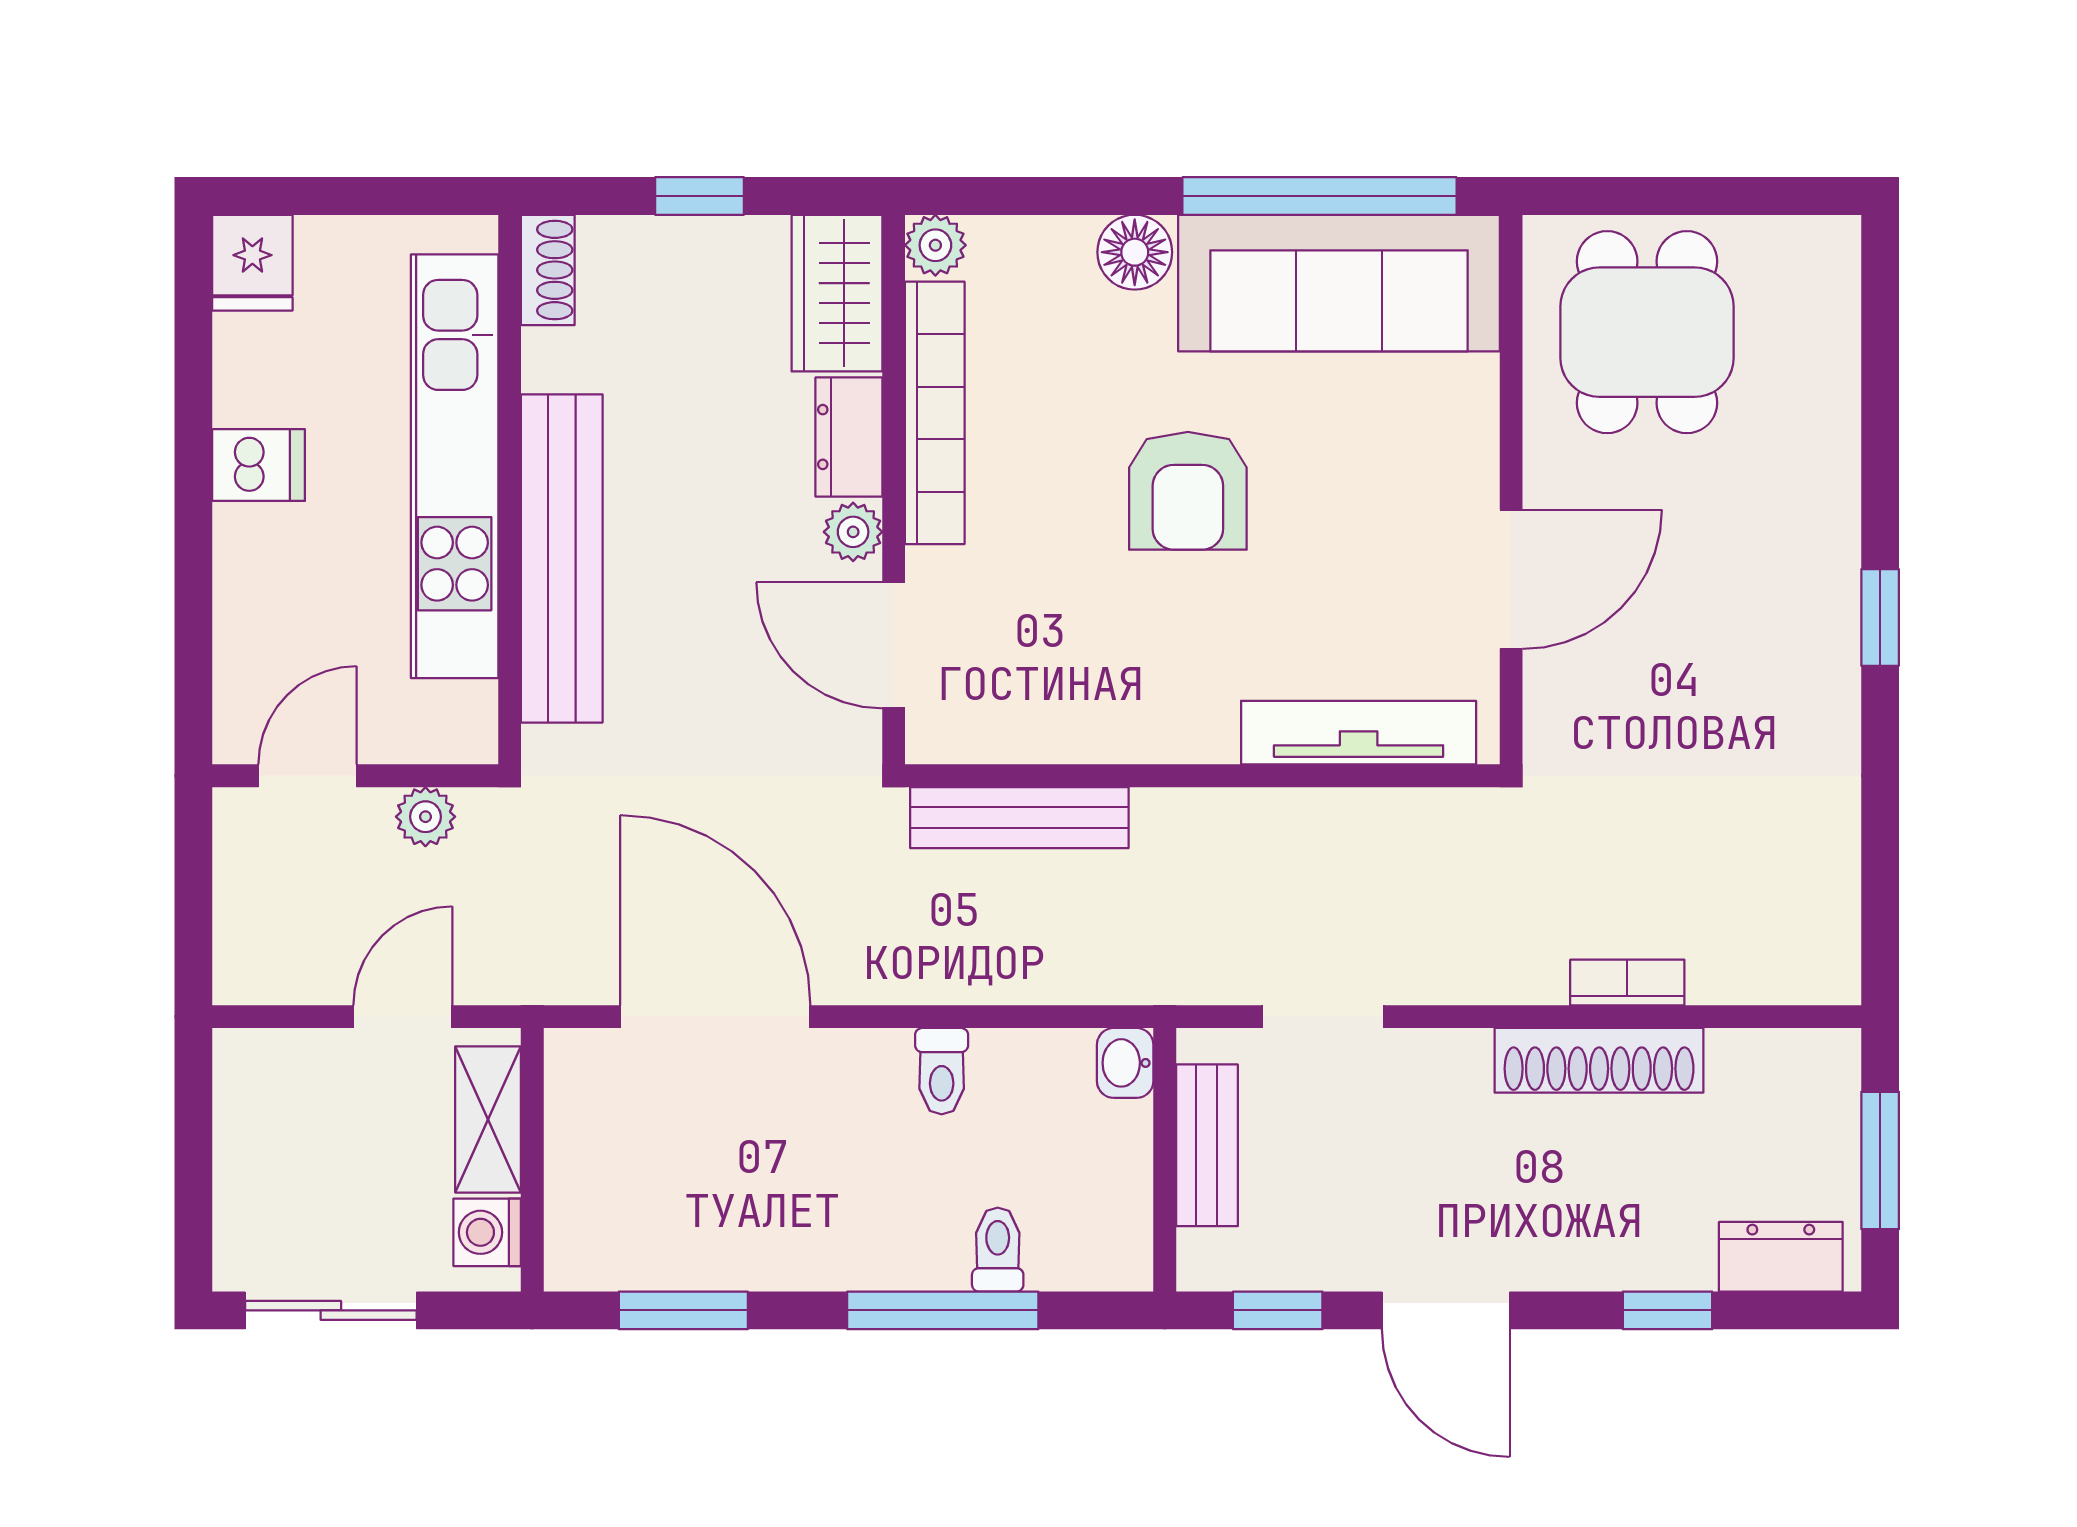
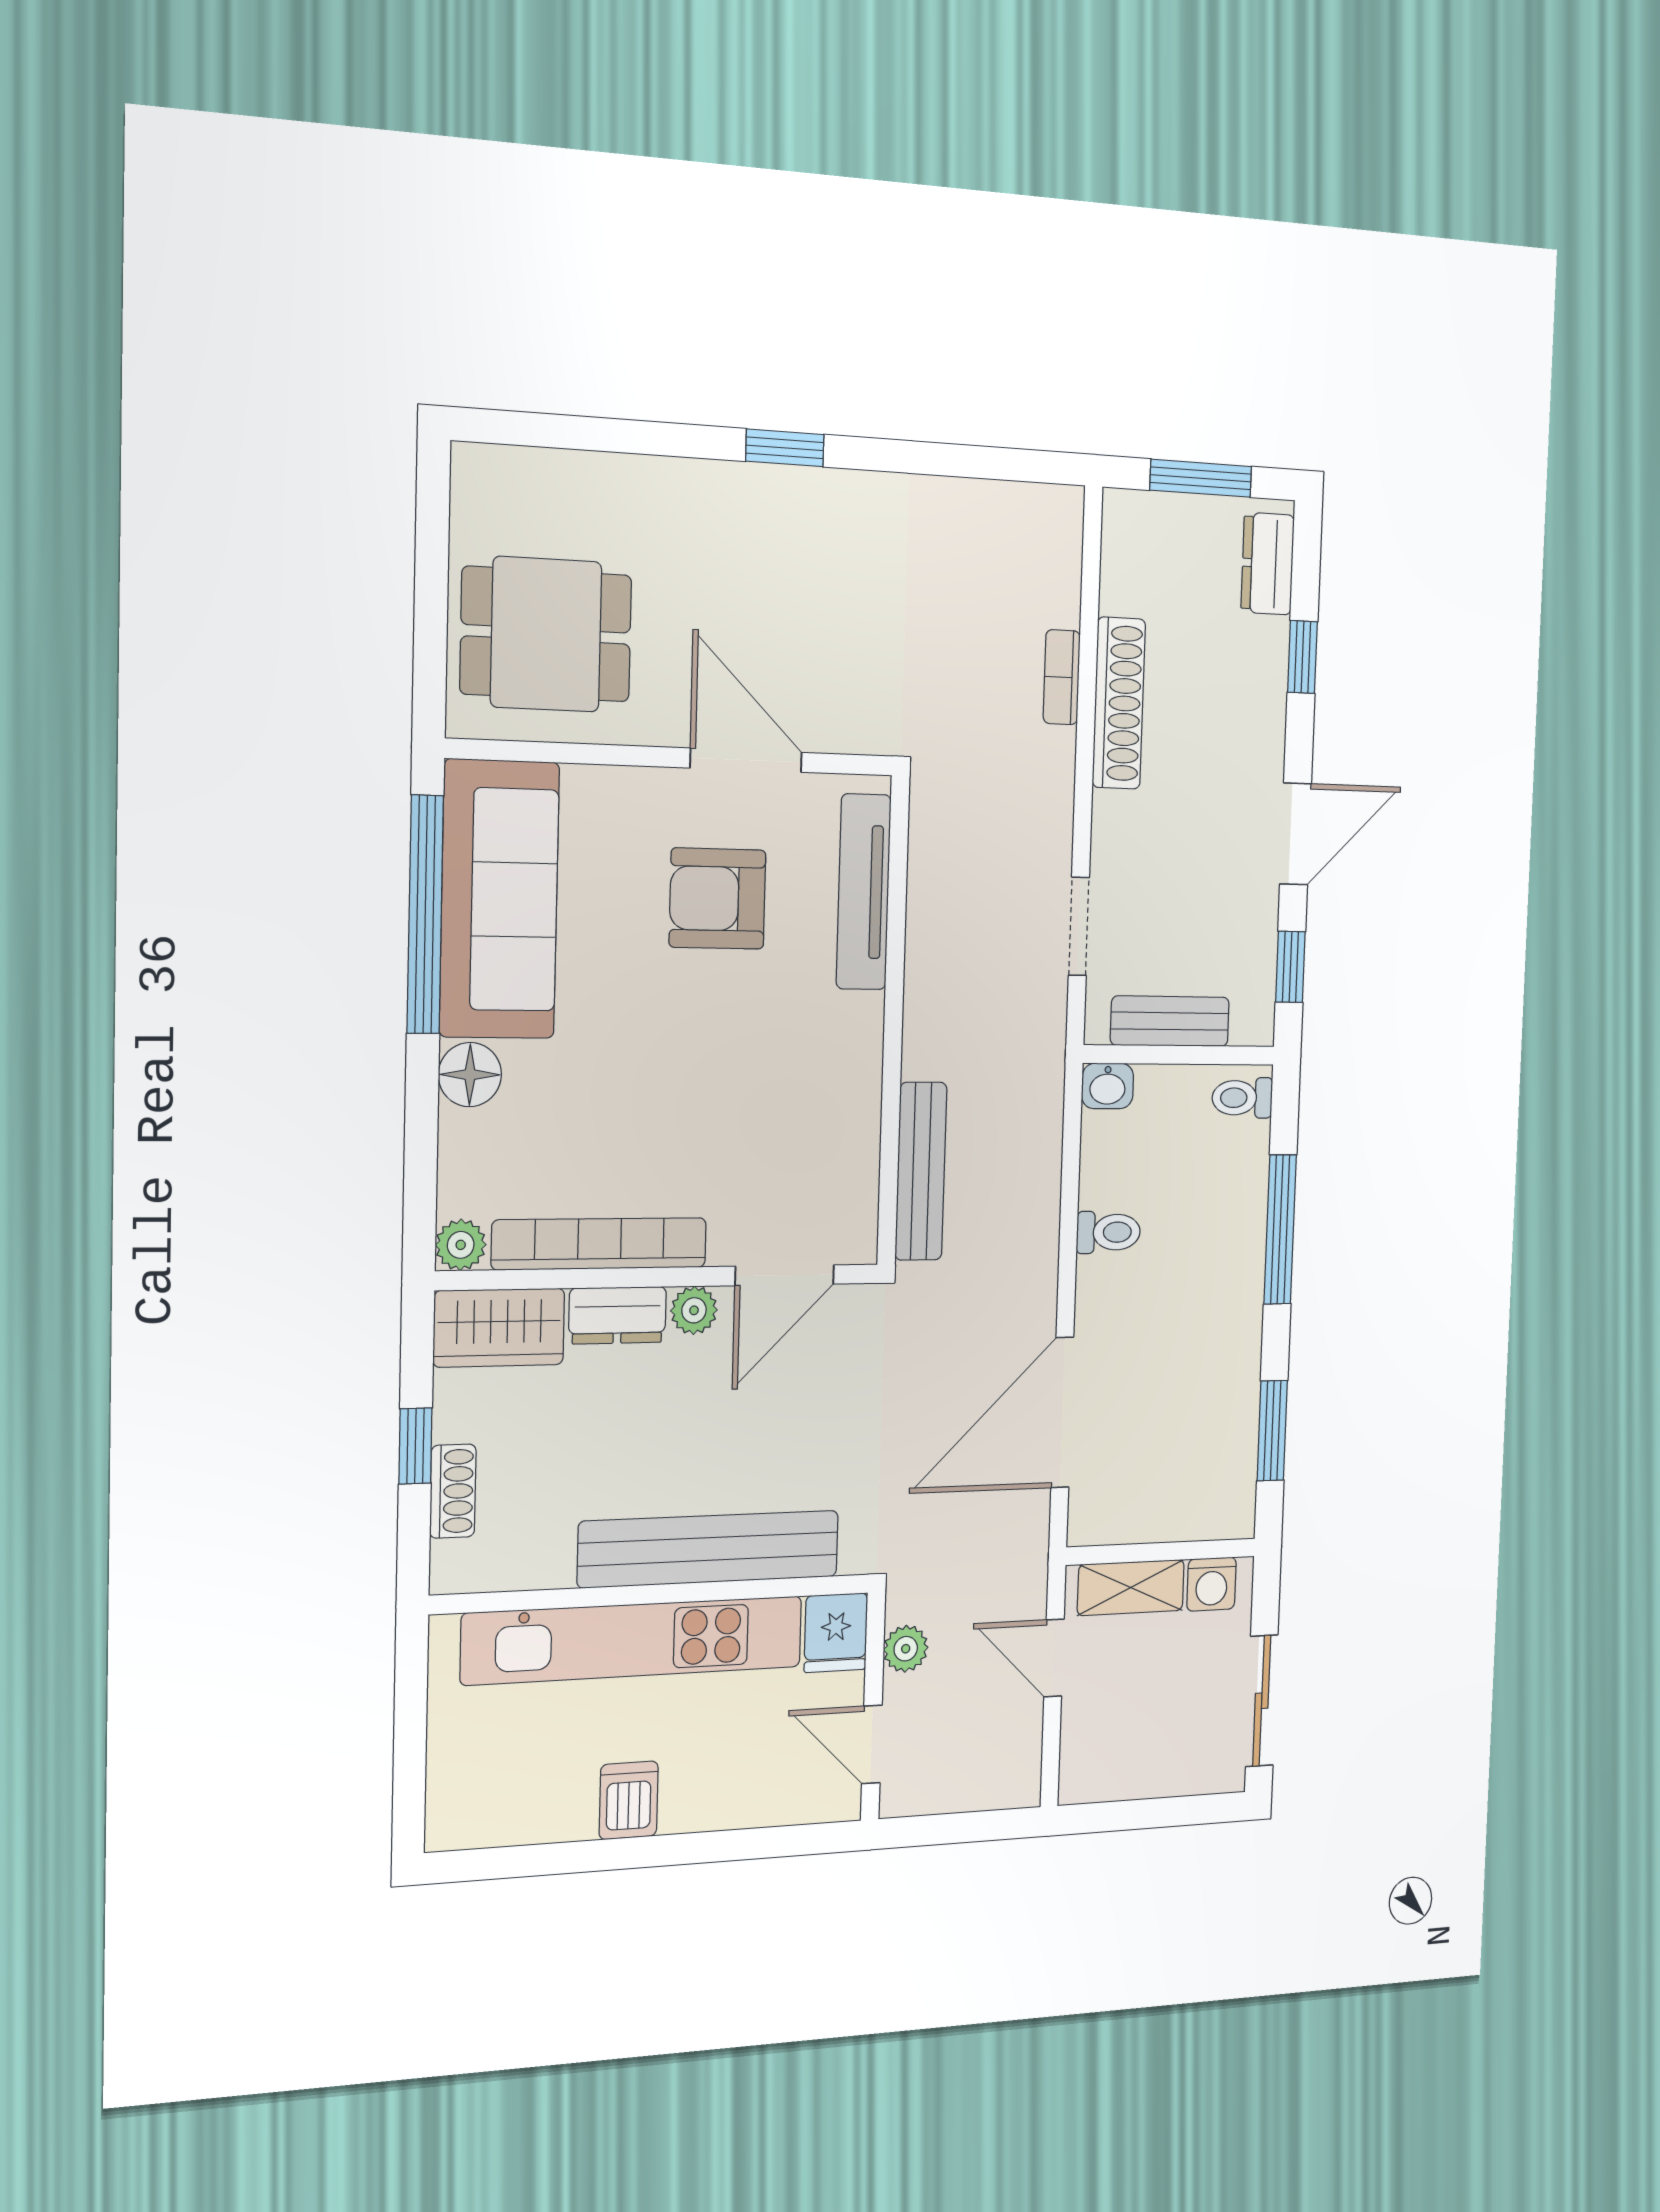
fridge: (252, 263) -> (836, 1633), moved, turned 90
shoe rack: (548, 270) -> (453, 1491), moved, turned 90
armchair: (1188, 491) -> (718, 899), moved, turned 180
toilet: (998, 1250) -> (1242, 1098), moved

